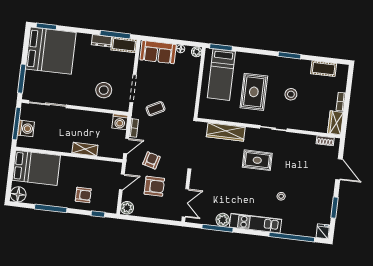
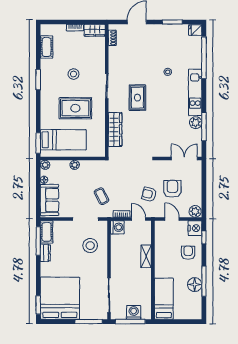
plant: (193, 84) -> (75, 165), added
bed: (36, 168) -> (164, 299), width x0.67
floor lamp: (18, 194) -> (195, 285), moved
nightstand: (109, 205) -> (195, 228), added

